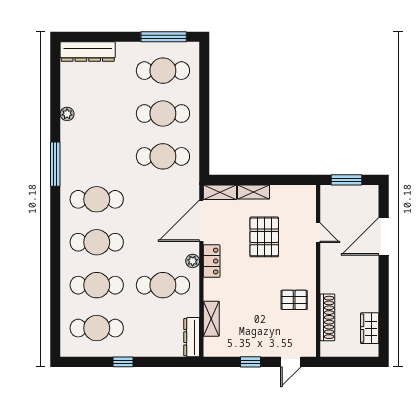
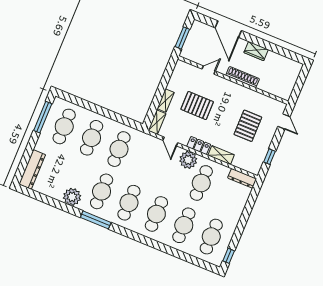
plant: (67, 114) -> (72, 197), width x1.88, depth x1.88
cafe table: (97, 156) -> (102, 191), added
door: (201, 221) -> (170, 141), width x0.53
plant: (193, 261) -> (188, 160), width x1.87, depth x1.87
pallet: (294, 300) -> (248, 126), moved, width x1.50, depth x1.42
shoe rack: (327, 317) -> (243, 77), moved
shelving: (211, 319) -> (221, 155), moved
wardrobe: (370, 328) -> (256, 51), moved
window: (123, 362) -> (229, 256), moved
window: (250, 362) -> (269, 157), moved

